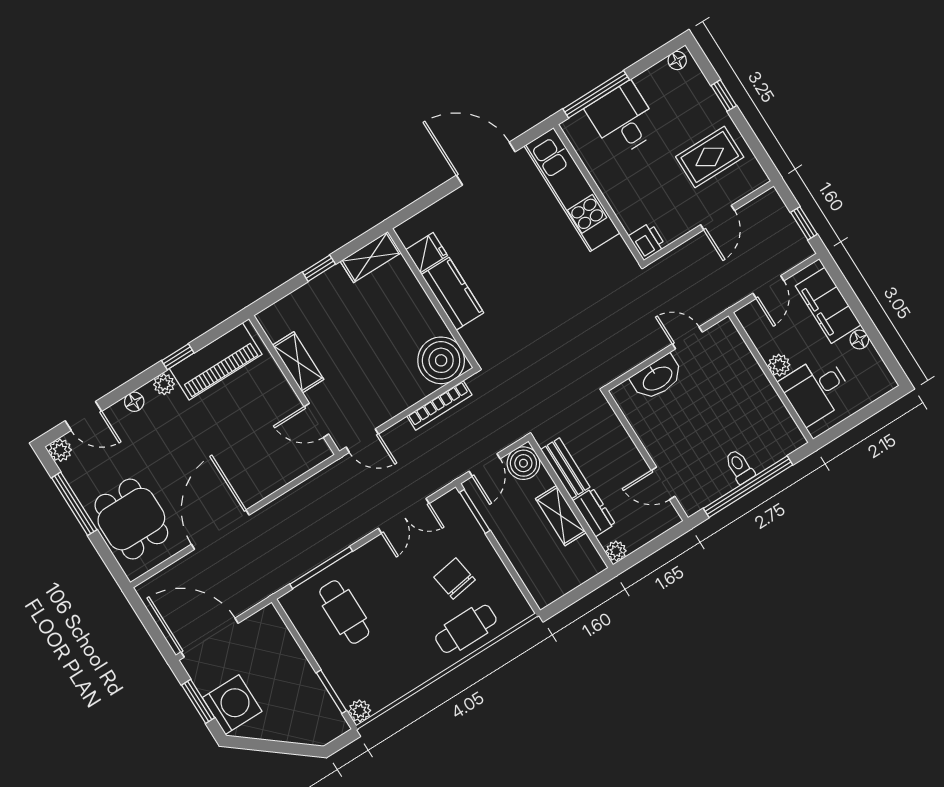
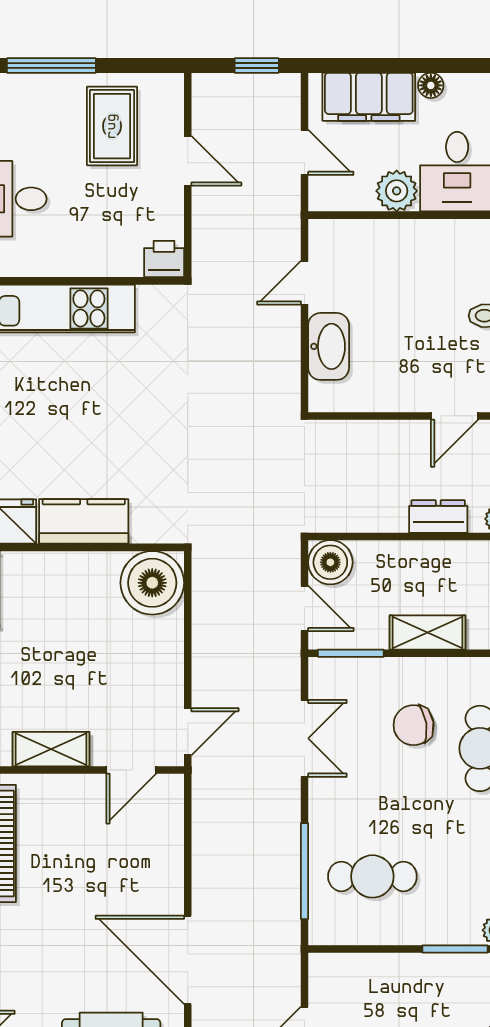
window: (724, 96) -> (51, 65), width x2.17
plant: (779, 365) -> (397, 191), width x1.38, depth x1.38
bookcase: (439, 405) -> (203, 617), removed
bench: (565, 468) -> (367, 518), removed
shelving: (561, 516) -> (428, 633), moved

